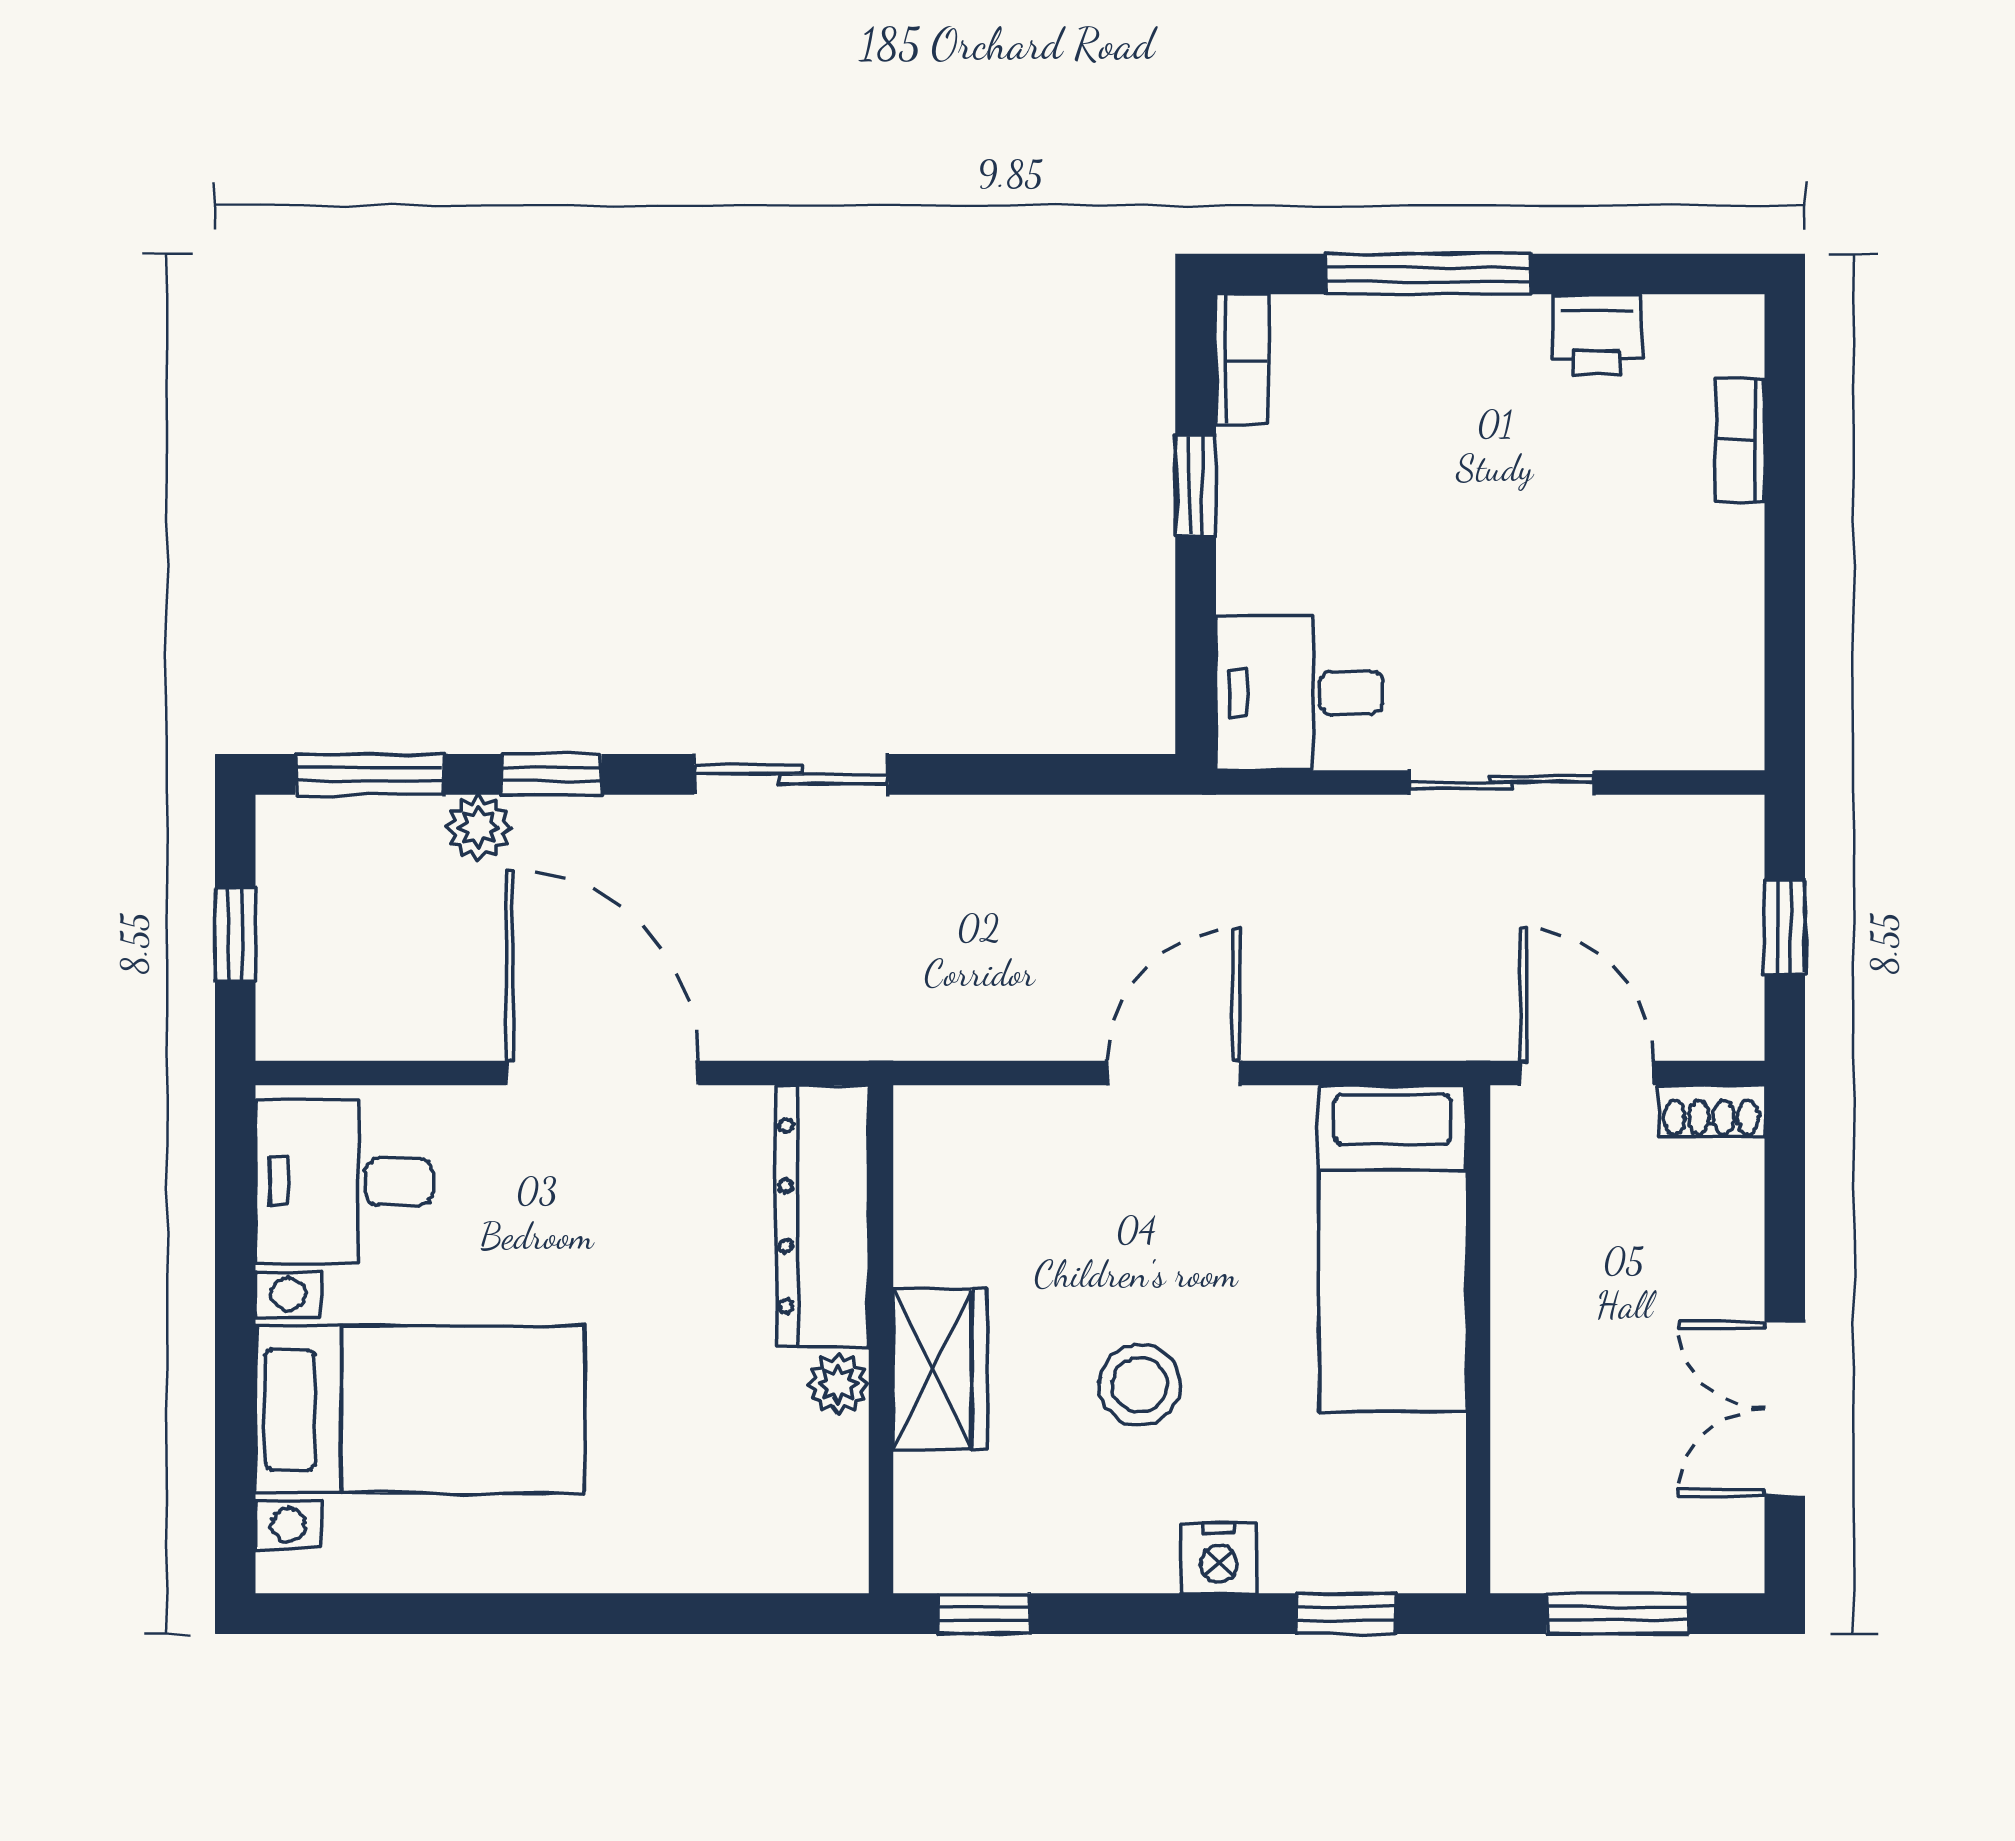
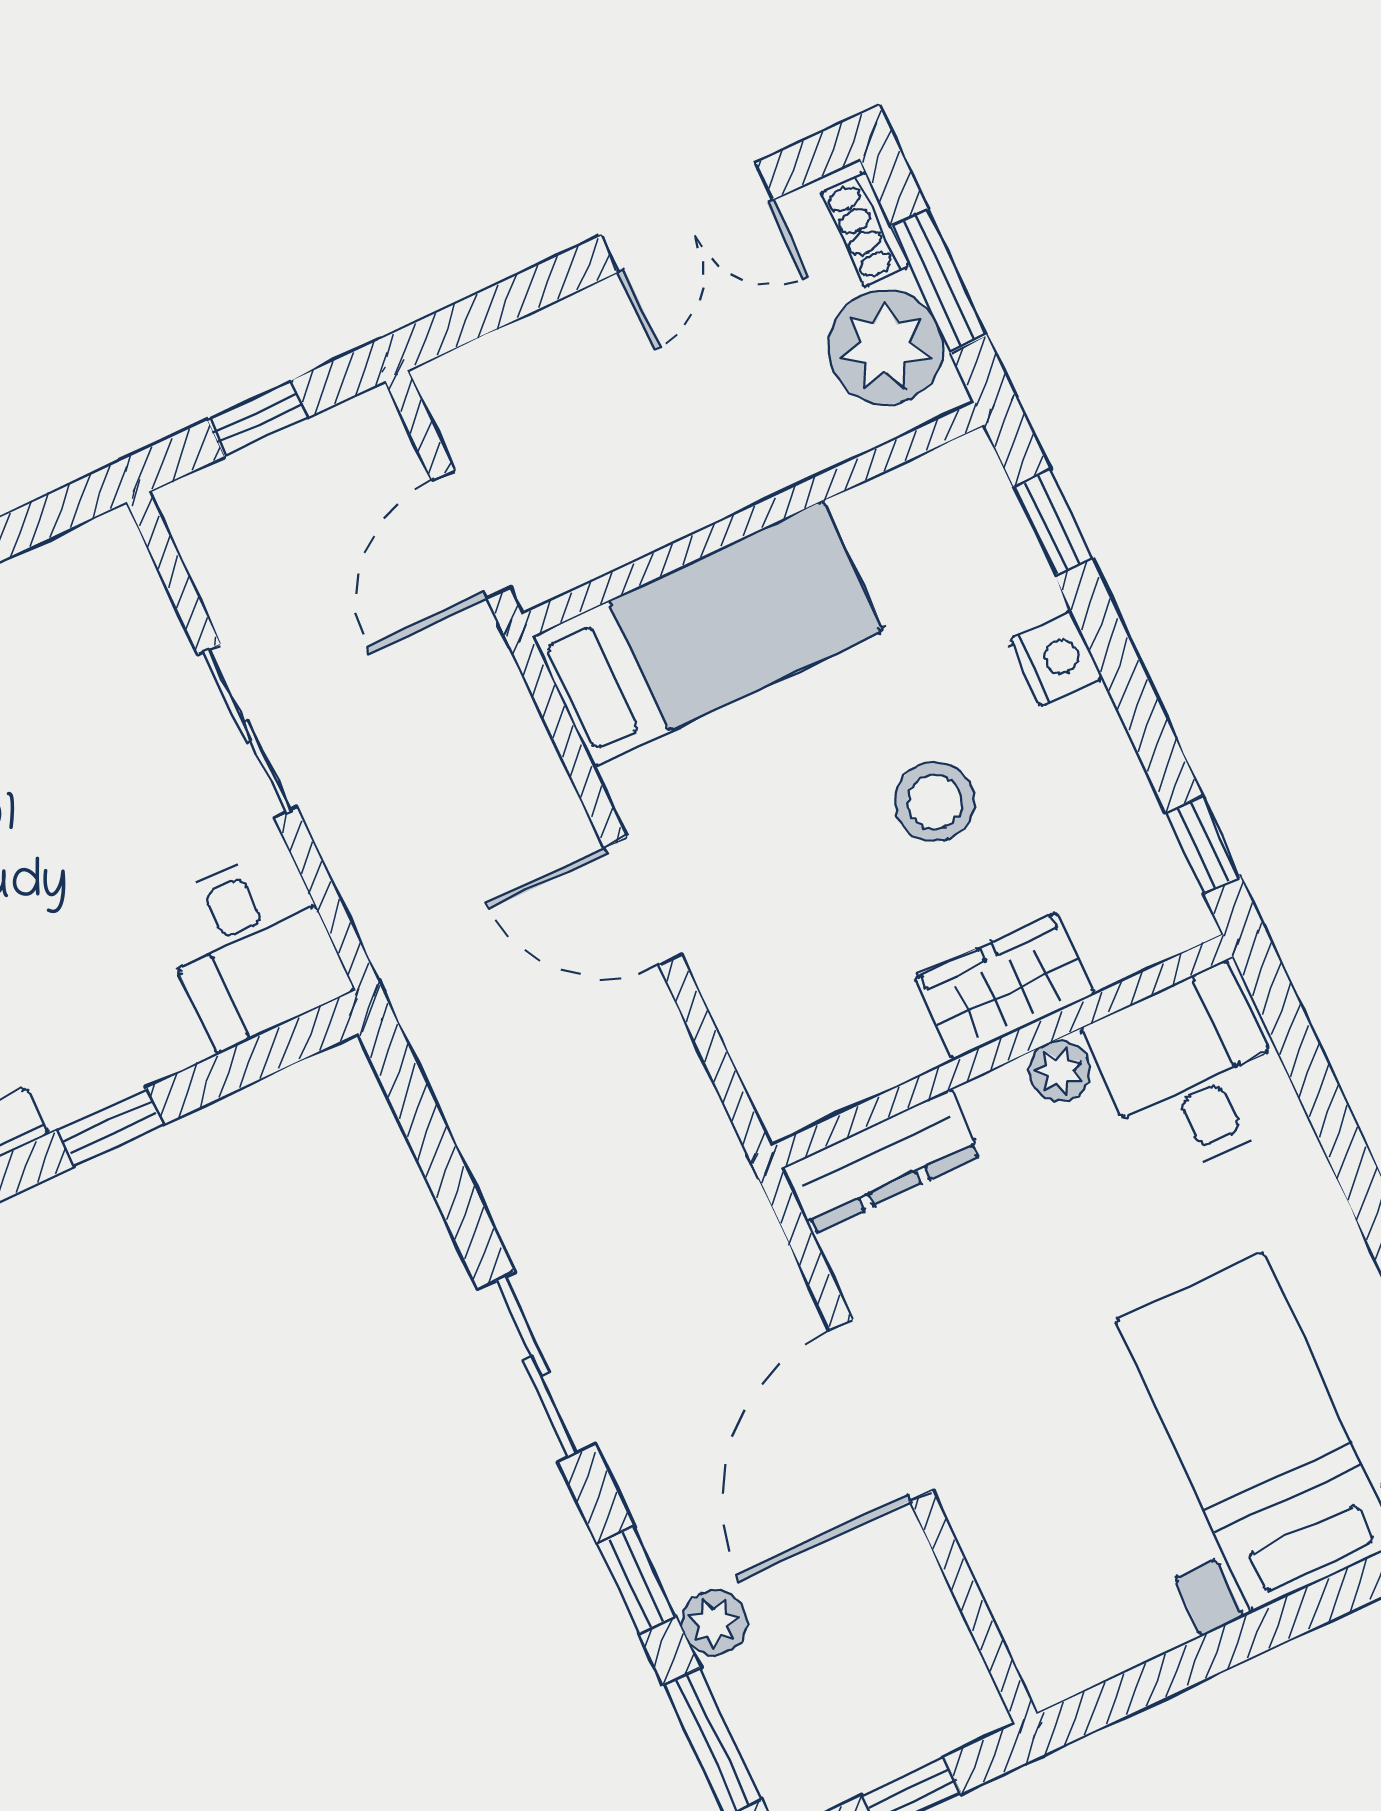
shoe rack: (1711, 1111) -> (865, 229), moved, turned 180
desk: (344, 1182) -> (1190, 1073), moved, turned 180
dresser: (822, 1216) -> (882, 1161), width x0.73, depth x0.80
plant: (1579, 1536) -> (885, 347), added

